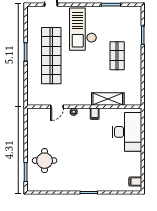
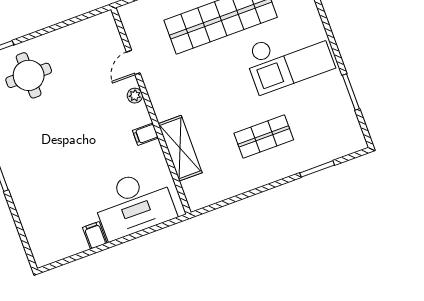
checkout: (83, 29) -> (289, 58), turned 180
door: (57, 107) -> (133, 62), hinge flipped
filing cabinet: (135, 182) -> (95, 235), moved

